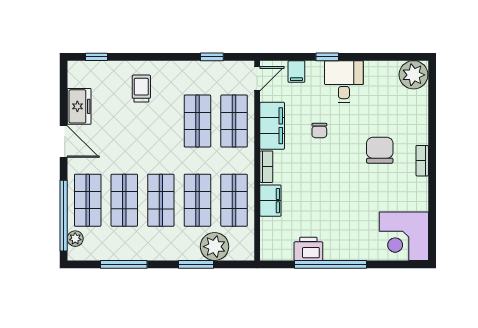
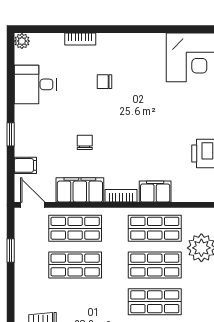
plant: (413, 75) -> (22, 41), width x0.53, depth x0.53
desk: (344, 81) -> (35, 84), moved
chair: (319, 131) -> (85, 142), turned -90
chair: (380, 150) -> (104, 82), width x0.54, depth x0.54
bookcase: (422, 161) -> (80, 39), moved

